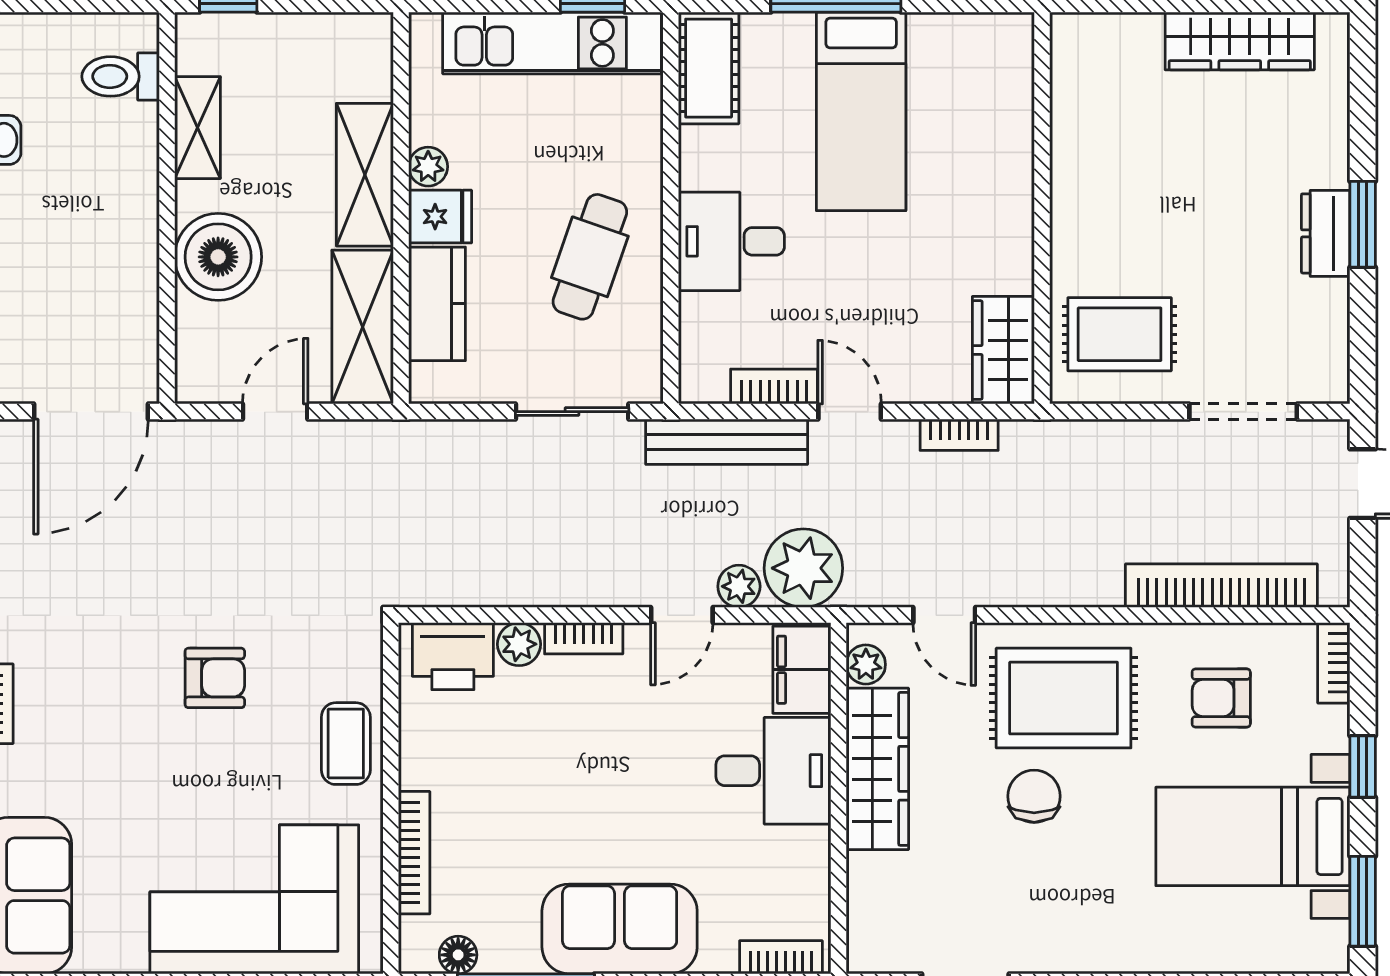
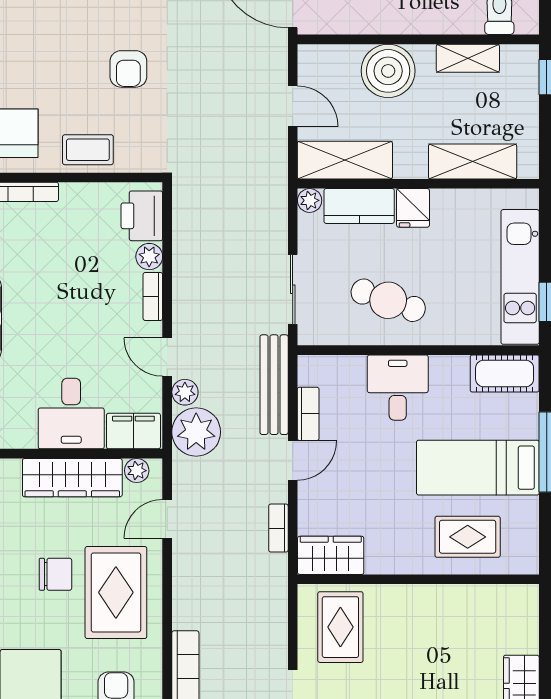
rug: (973, 128) -> (468, 537), added
plant: (428, 167) -> (310, 200), moved
shelving: (365, 175) -> (473, 161), moved

